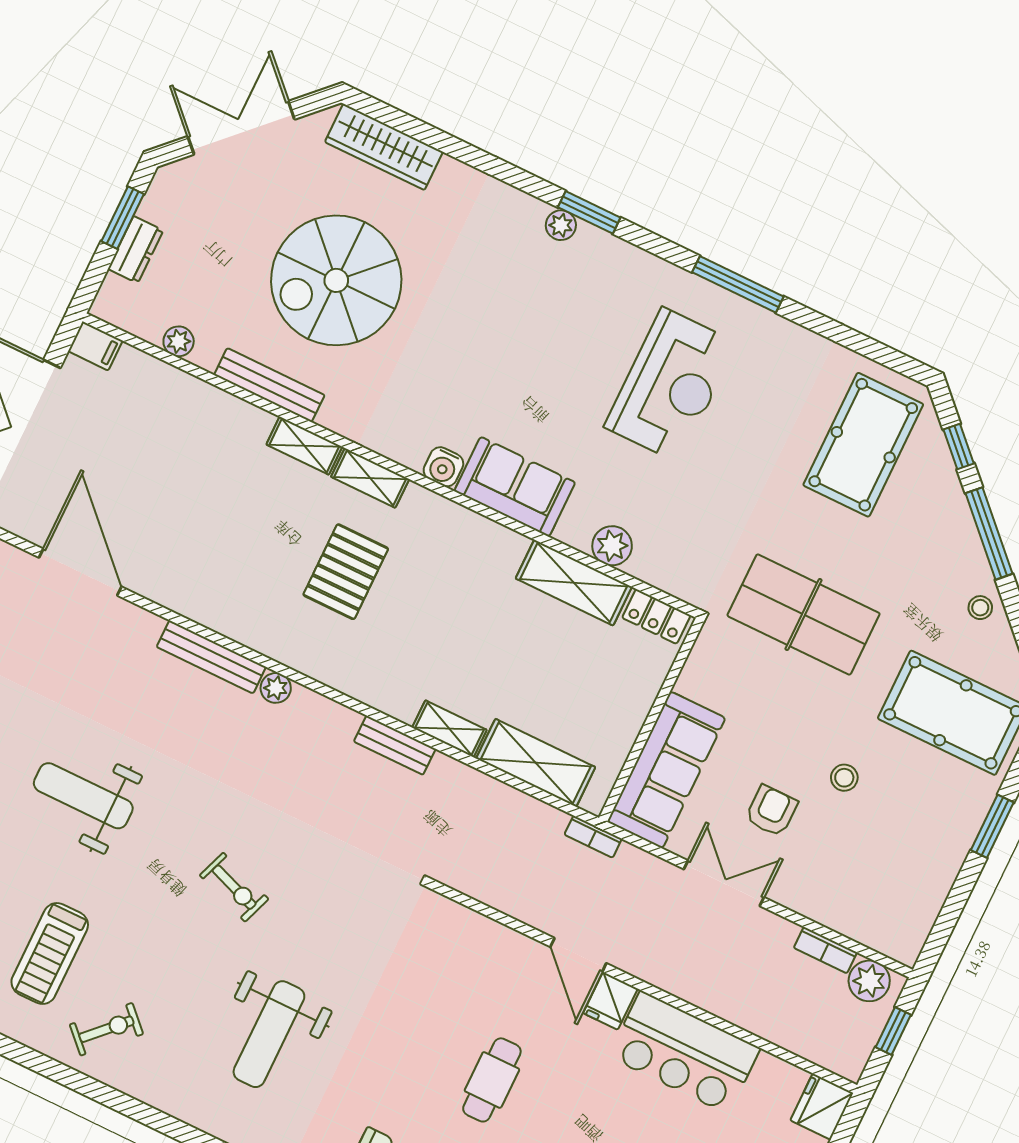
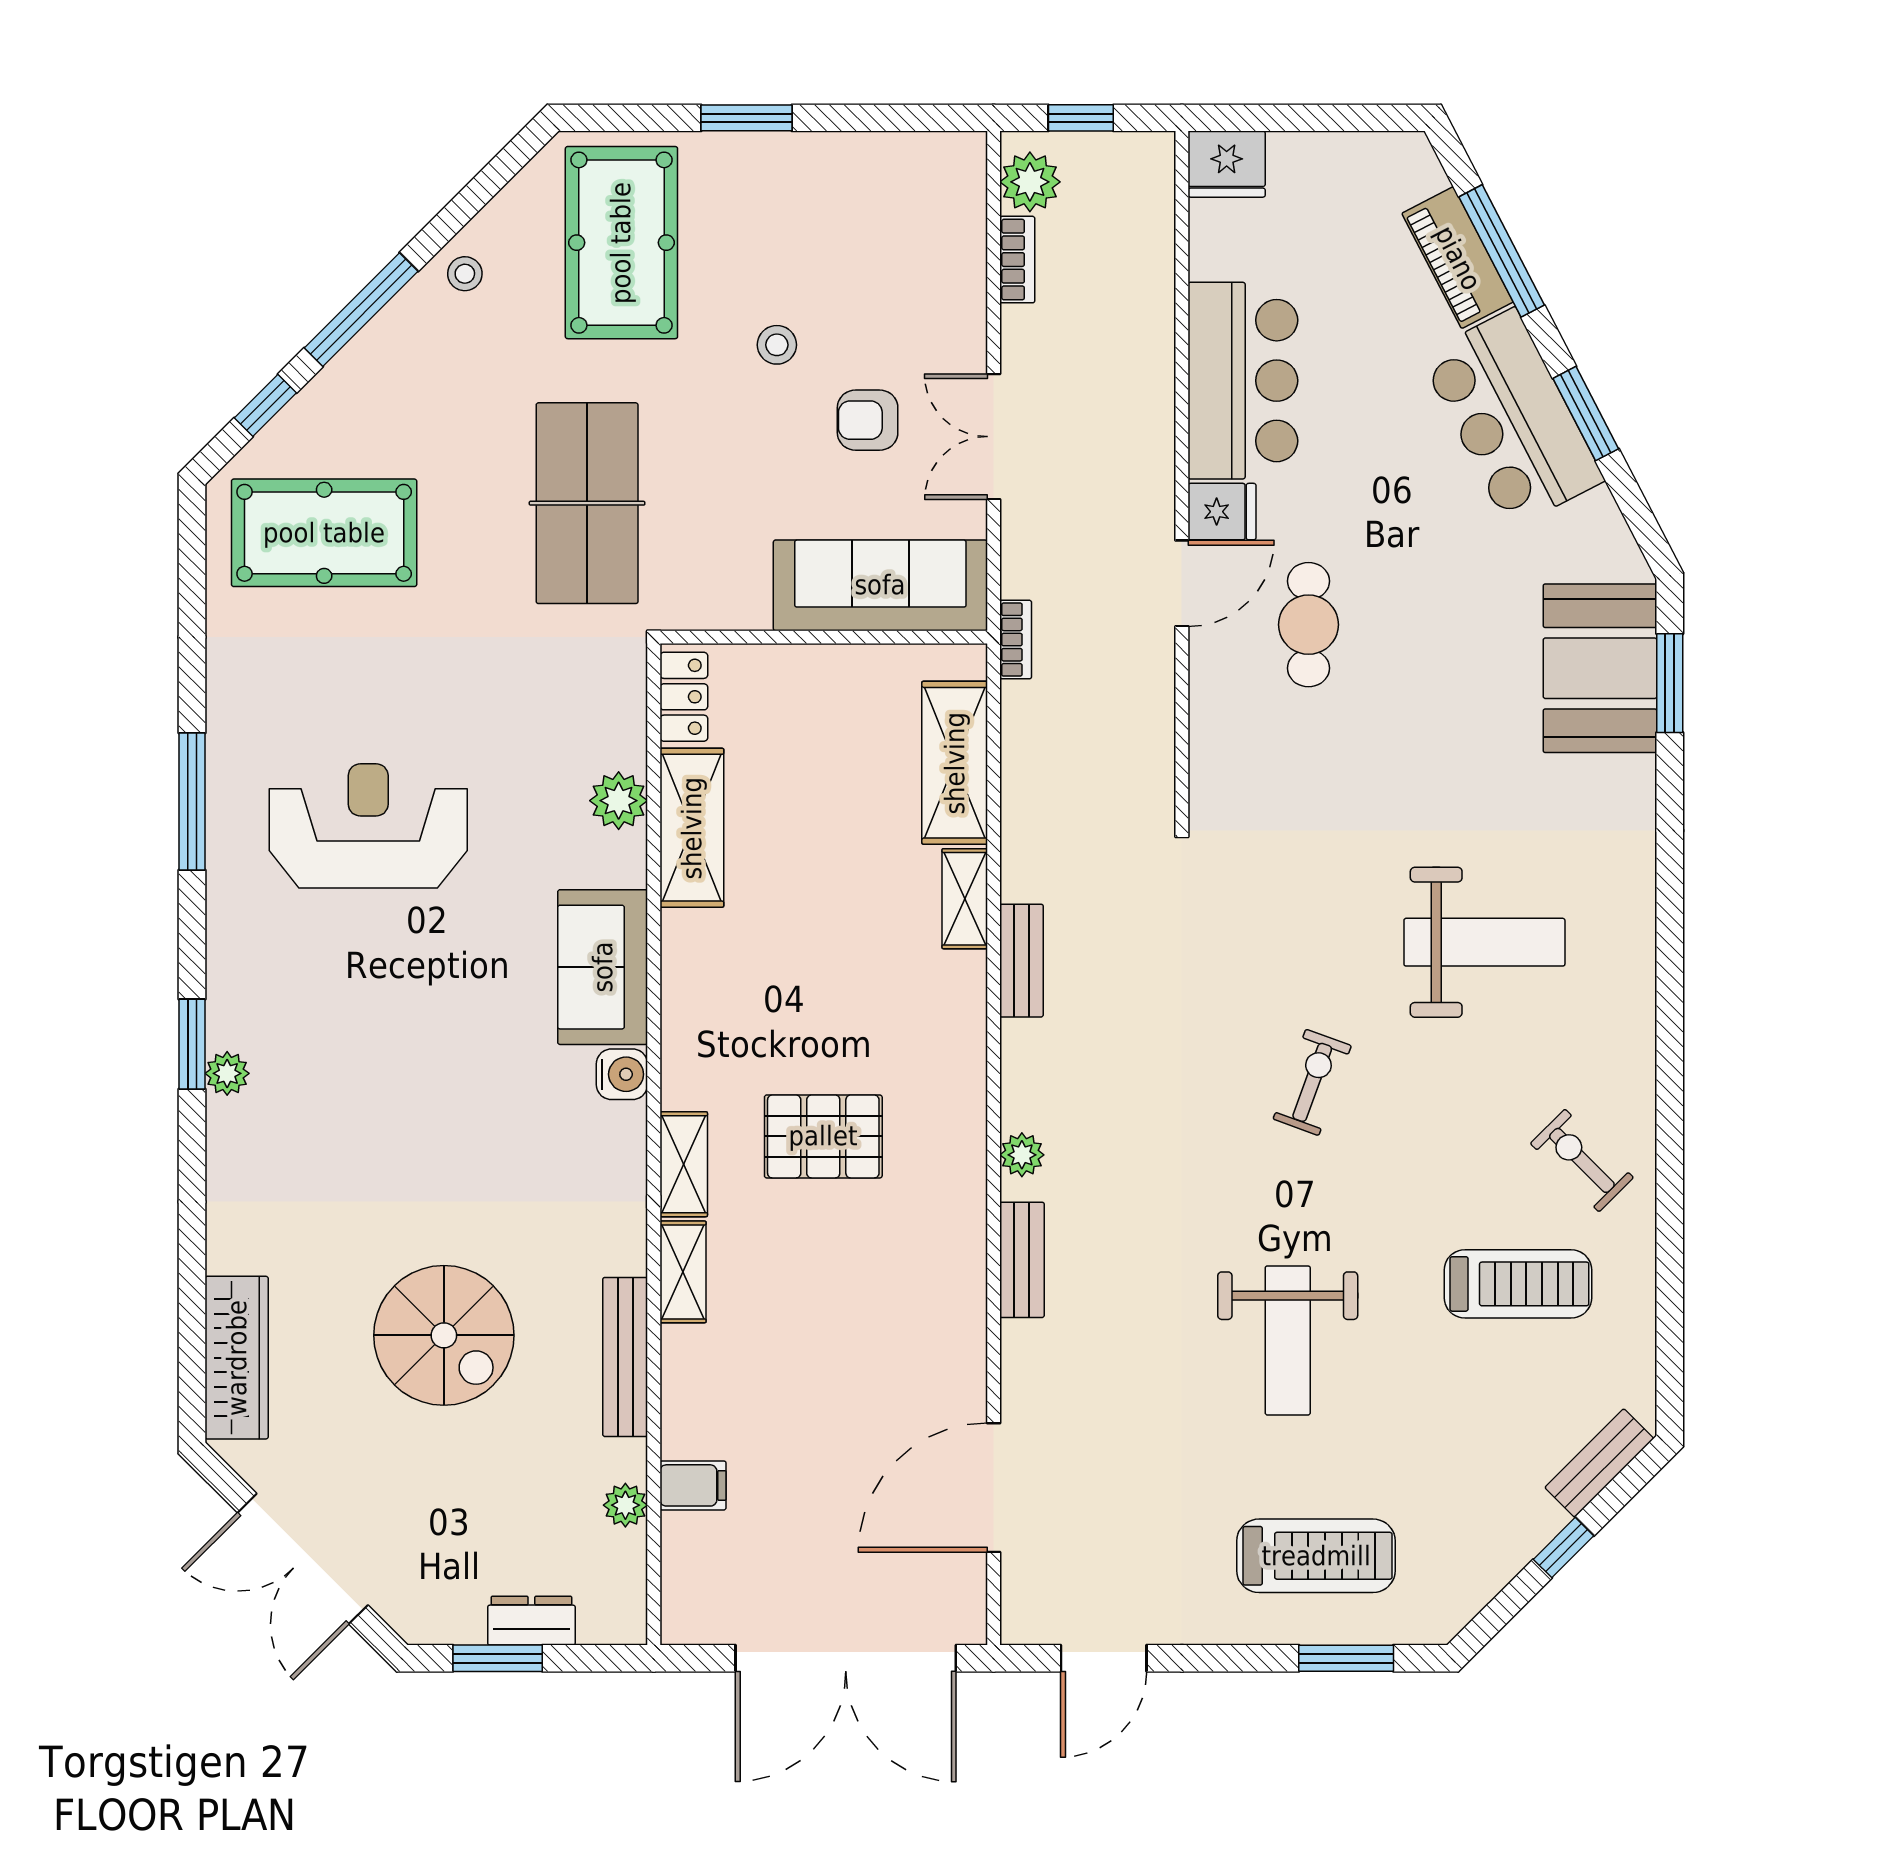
spiral stairs: (336, 280) -> (444, 1335), width x0.73, depth x0.73
filing cabinet: (95, 346) -> (693, 1485), moved, turned 90
bench: (211, 657) -> (1022, 1260), width x0.73
cafe table: (492, 1080) -> (1308, 625), moved, turned 90

